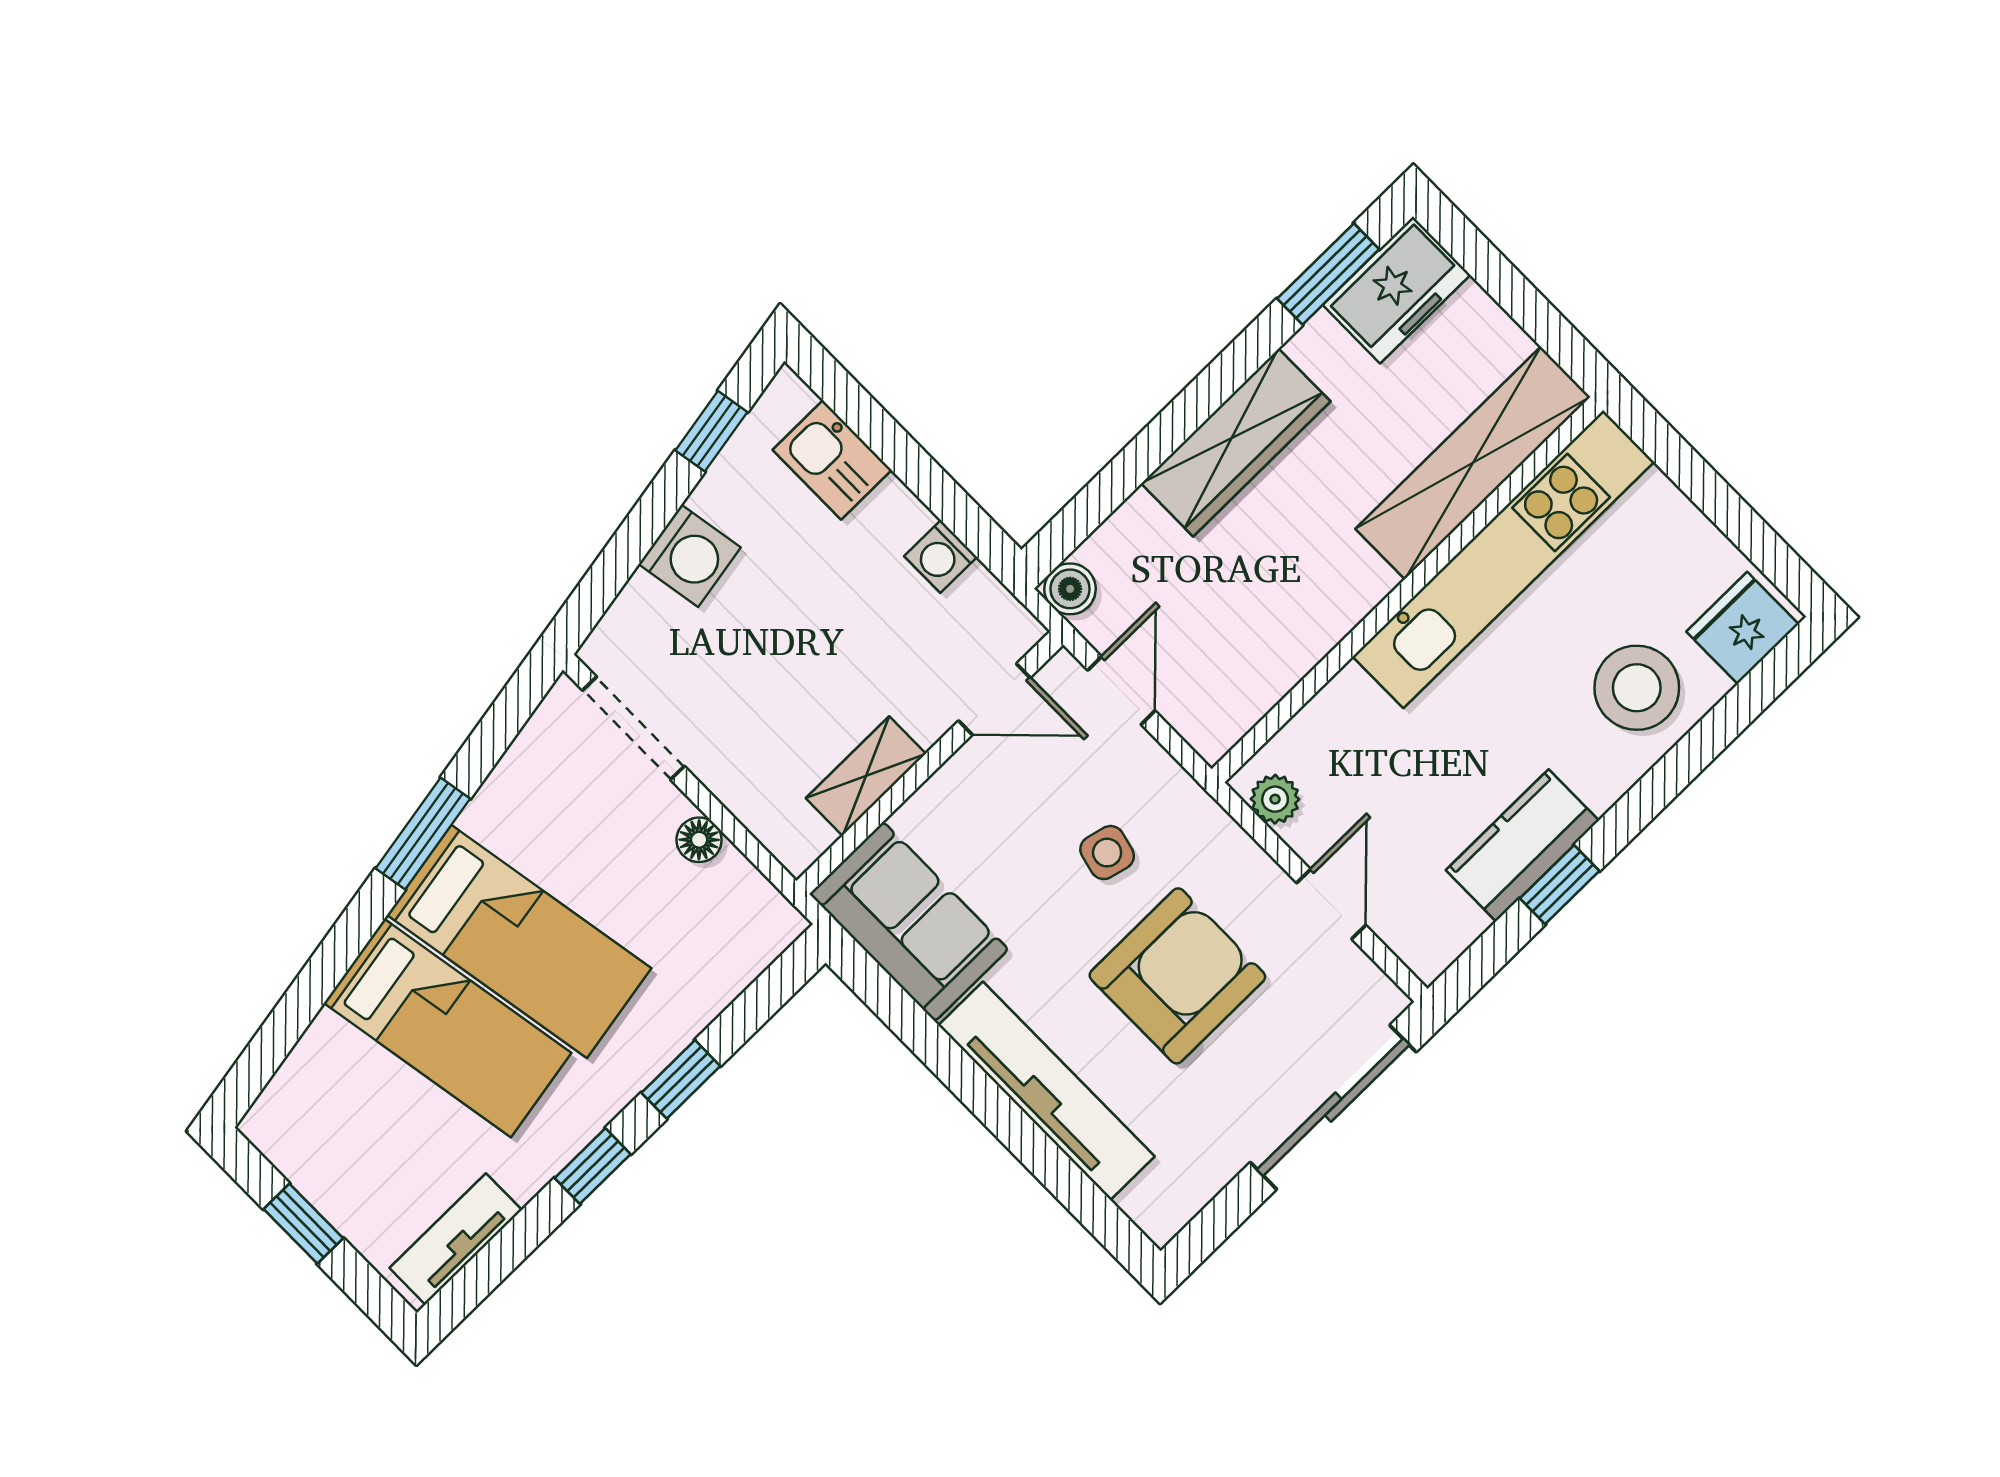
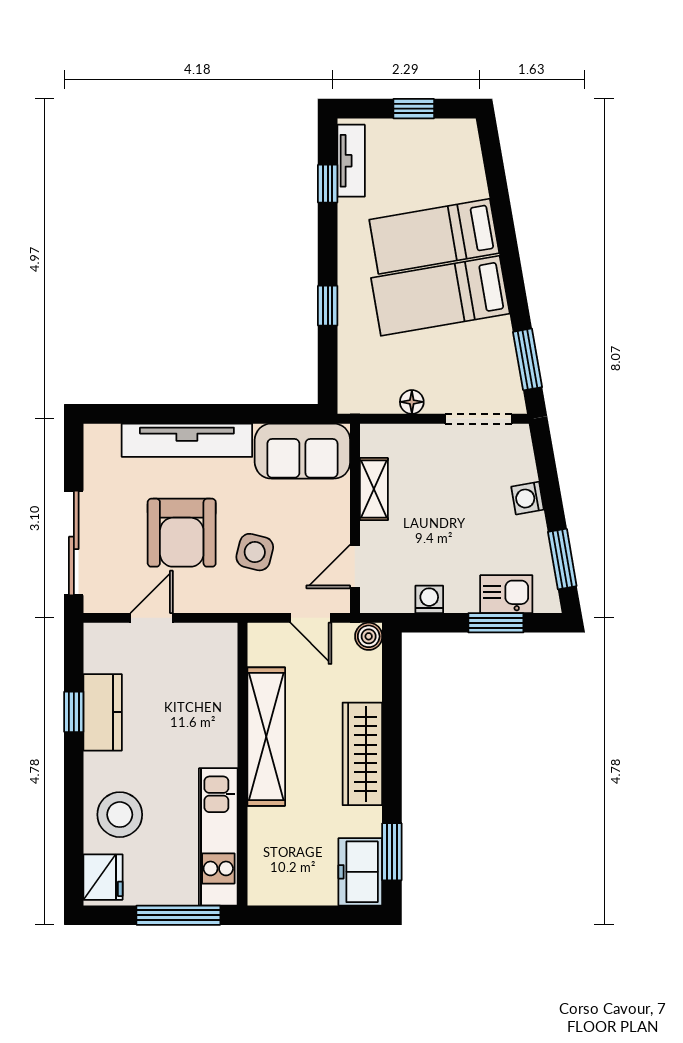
window: (711, 431) -> (562, 559), width x1.50
window: (884, 436) -> (496, 623), added
shelving: (1473, 463) -> (266, 737), moved
window: (1694, 477) -> (178, 915), added
washing machine: (690, 556) -> (527, 498), width x0.73, depth x0.73
kitchen unit: (1503, 559) -> (218, 837), width x0.73
plant: (1275, 799) -> (212, 636), removed
window: (423, 834) -> (528, 359), moved
side table: (1107, 853) -> (255, 552), width x1.37, depth x1.37
door: (1331, 904) -> (152, 618), swing flipped
window: (593, 1166) -> (328, 184), moved

